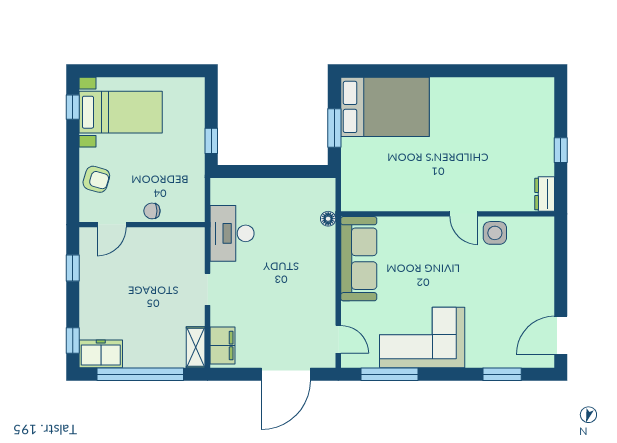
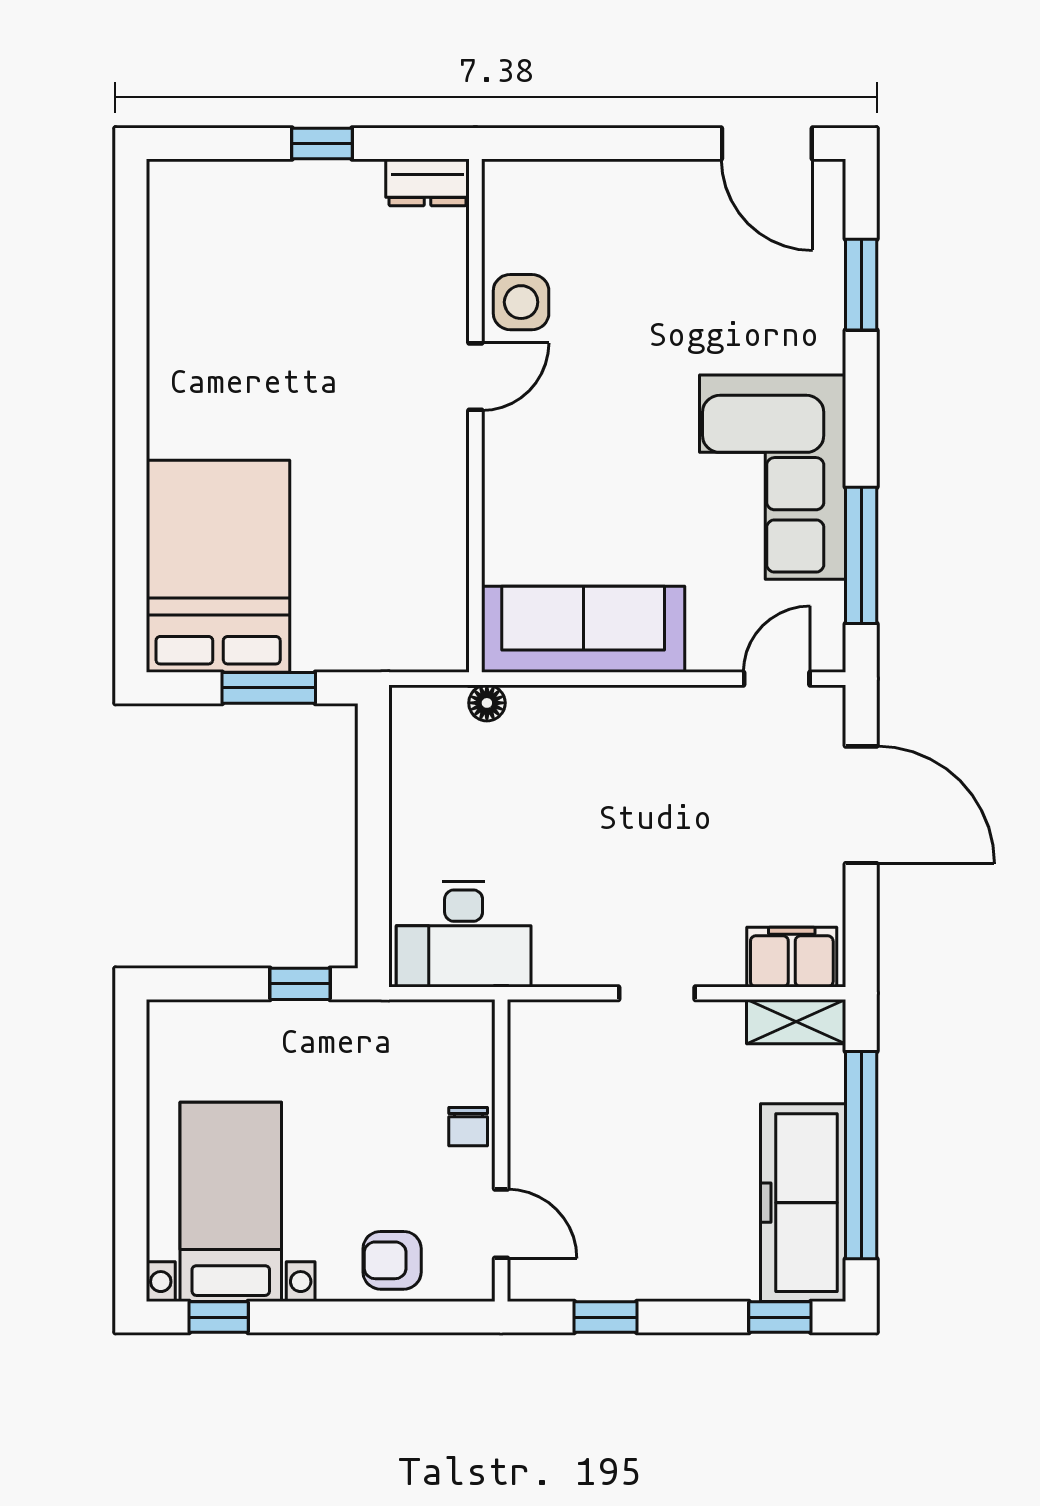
armchair: (96, 179) -> (392, 1260), turned -106
desk: (232, 233) -> (464, 934), moved
freezer: (101, 354) -> (803, 1203), width x1.91, depth x1.26

